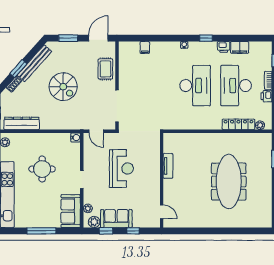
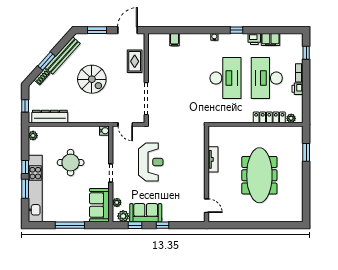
tv unit: (168, 166) -> (213, 159), moved
wall: (162, 180) -> (207, 174), moved
door: (162, 212) -> (207, 206), moved

